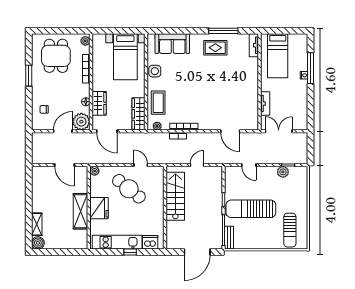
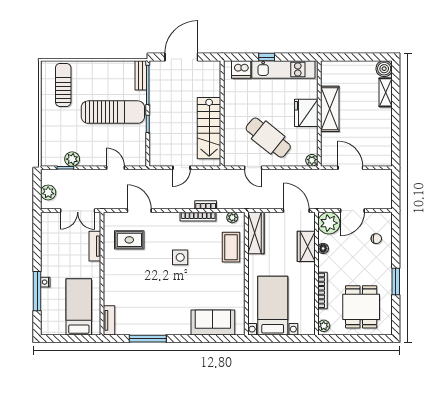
rug: (215, 48) -> (129, 240), moved
side table: (155, 71) -> (180, 257), moved
plant: (302, 146) -> (48, 192), added

